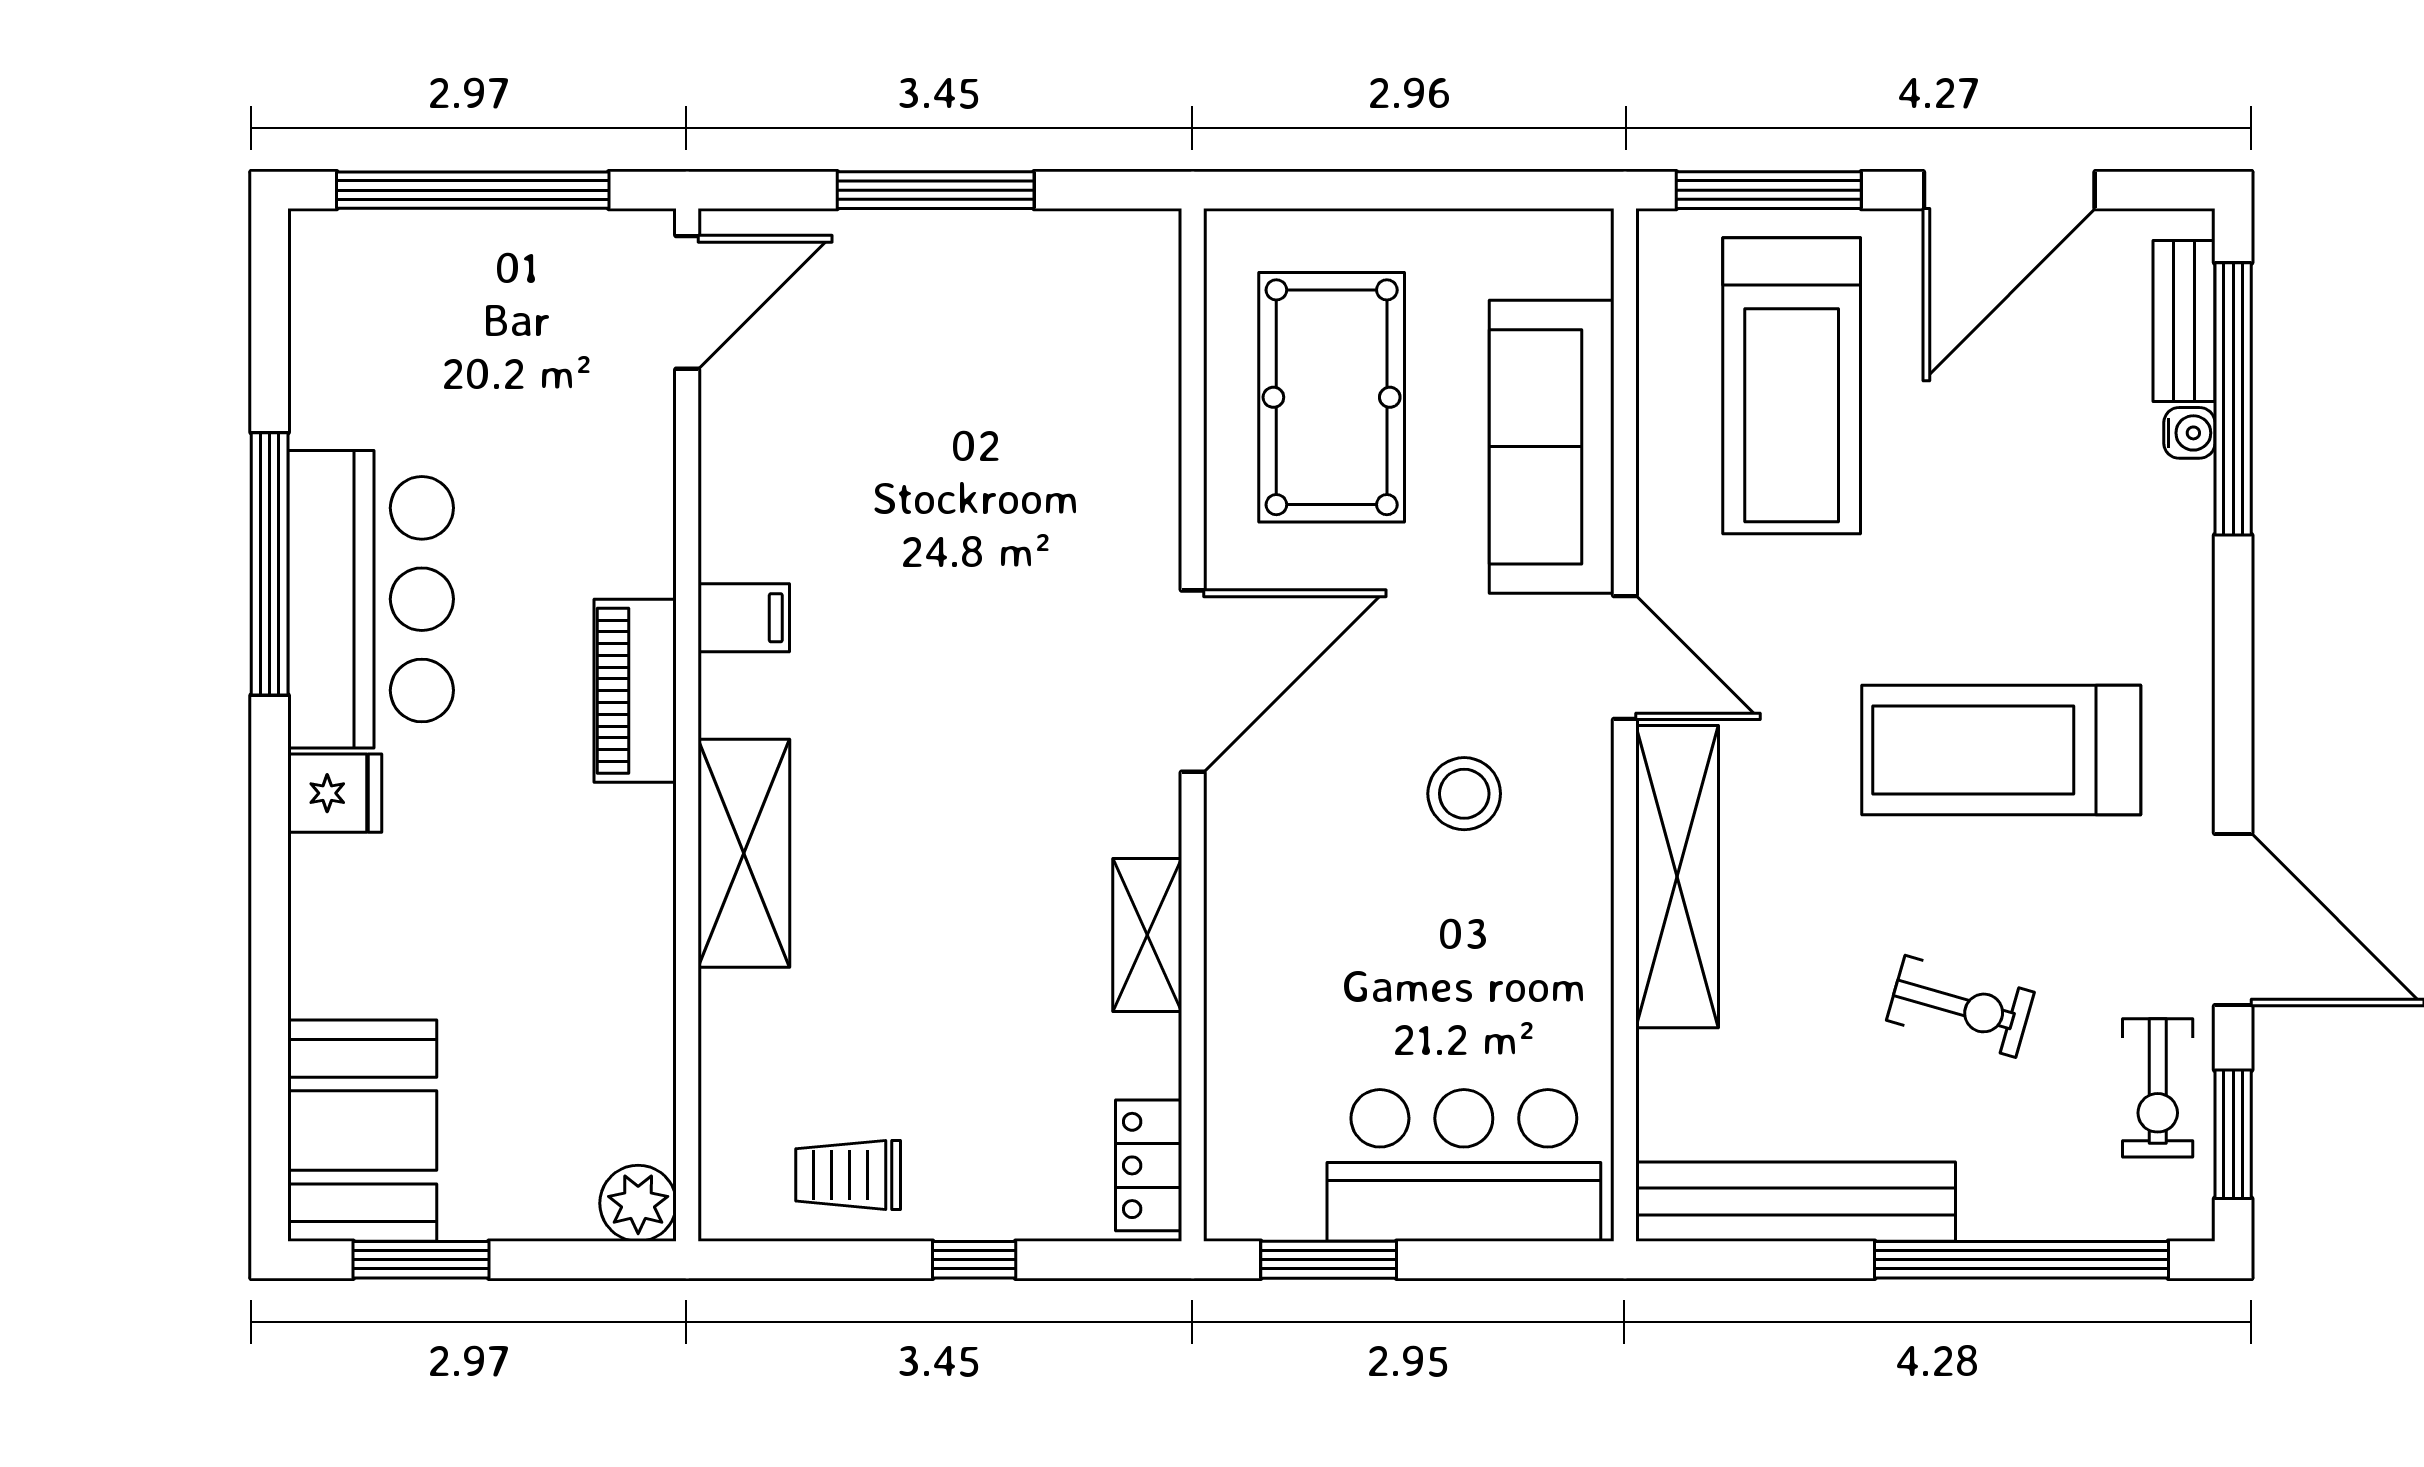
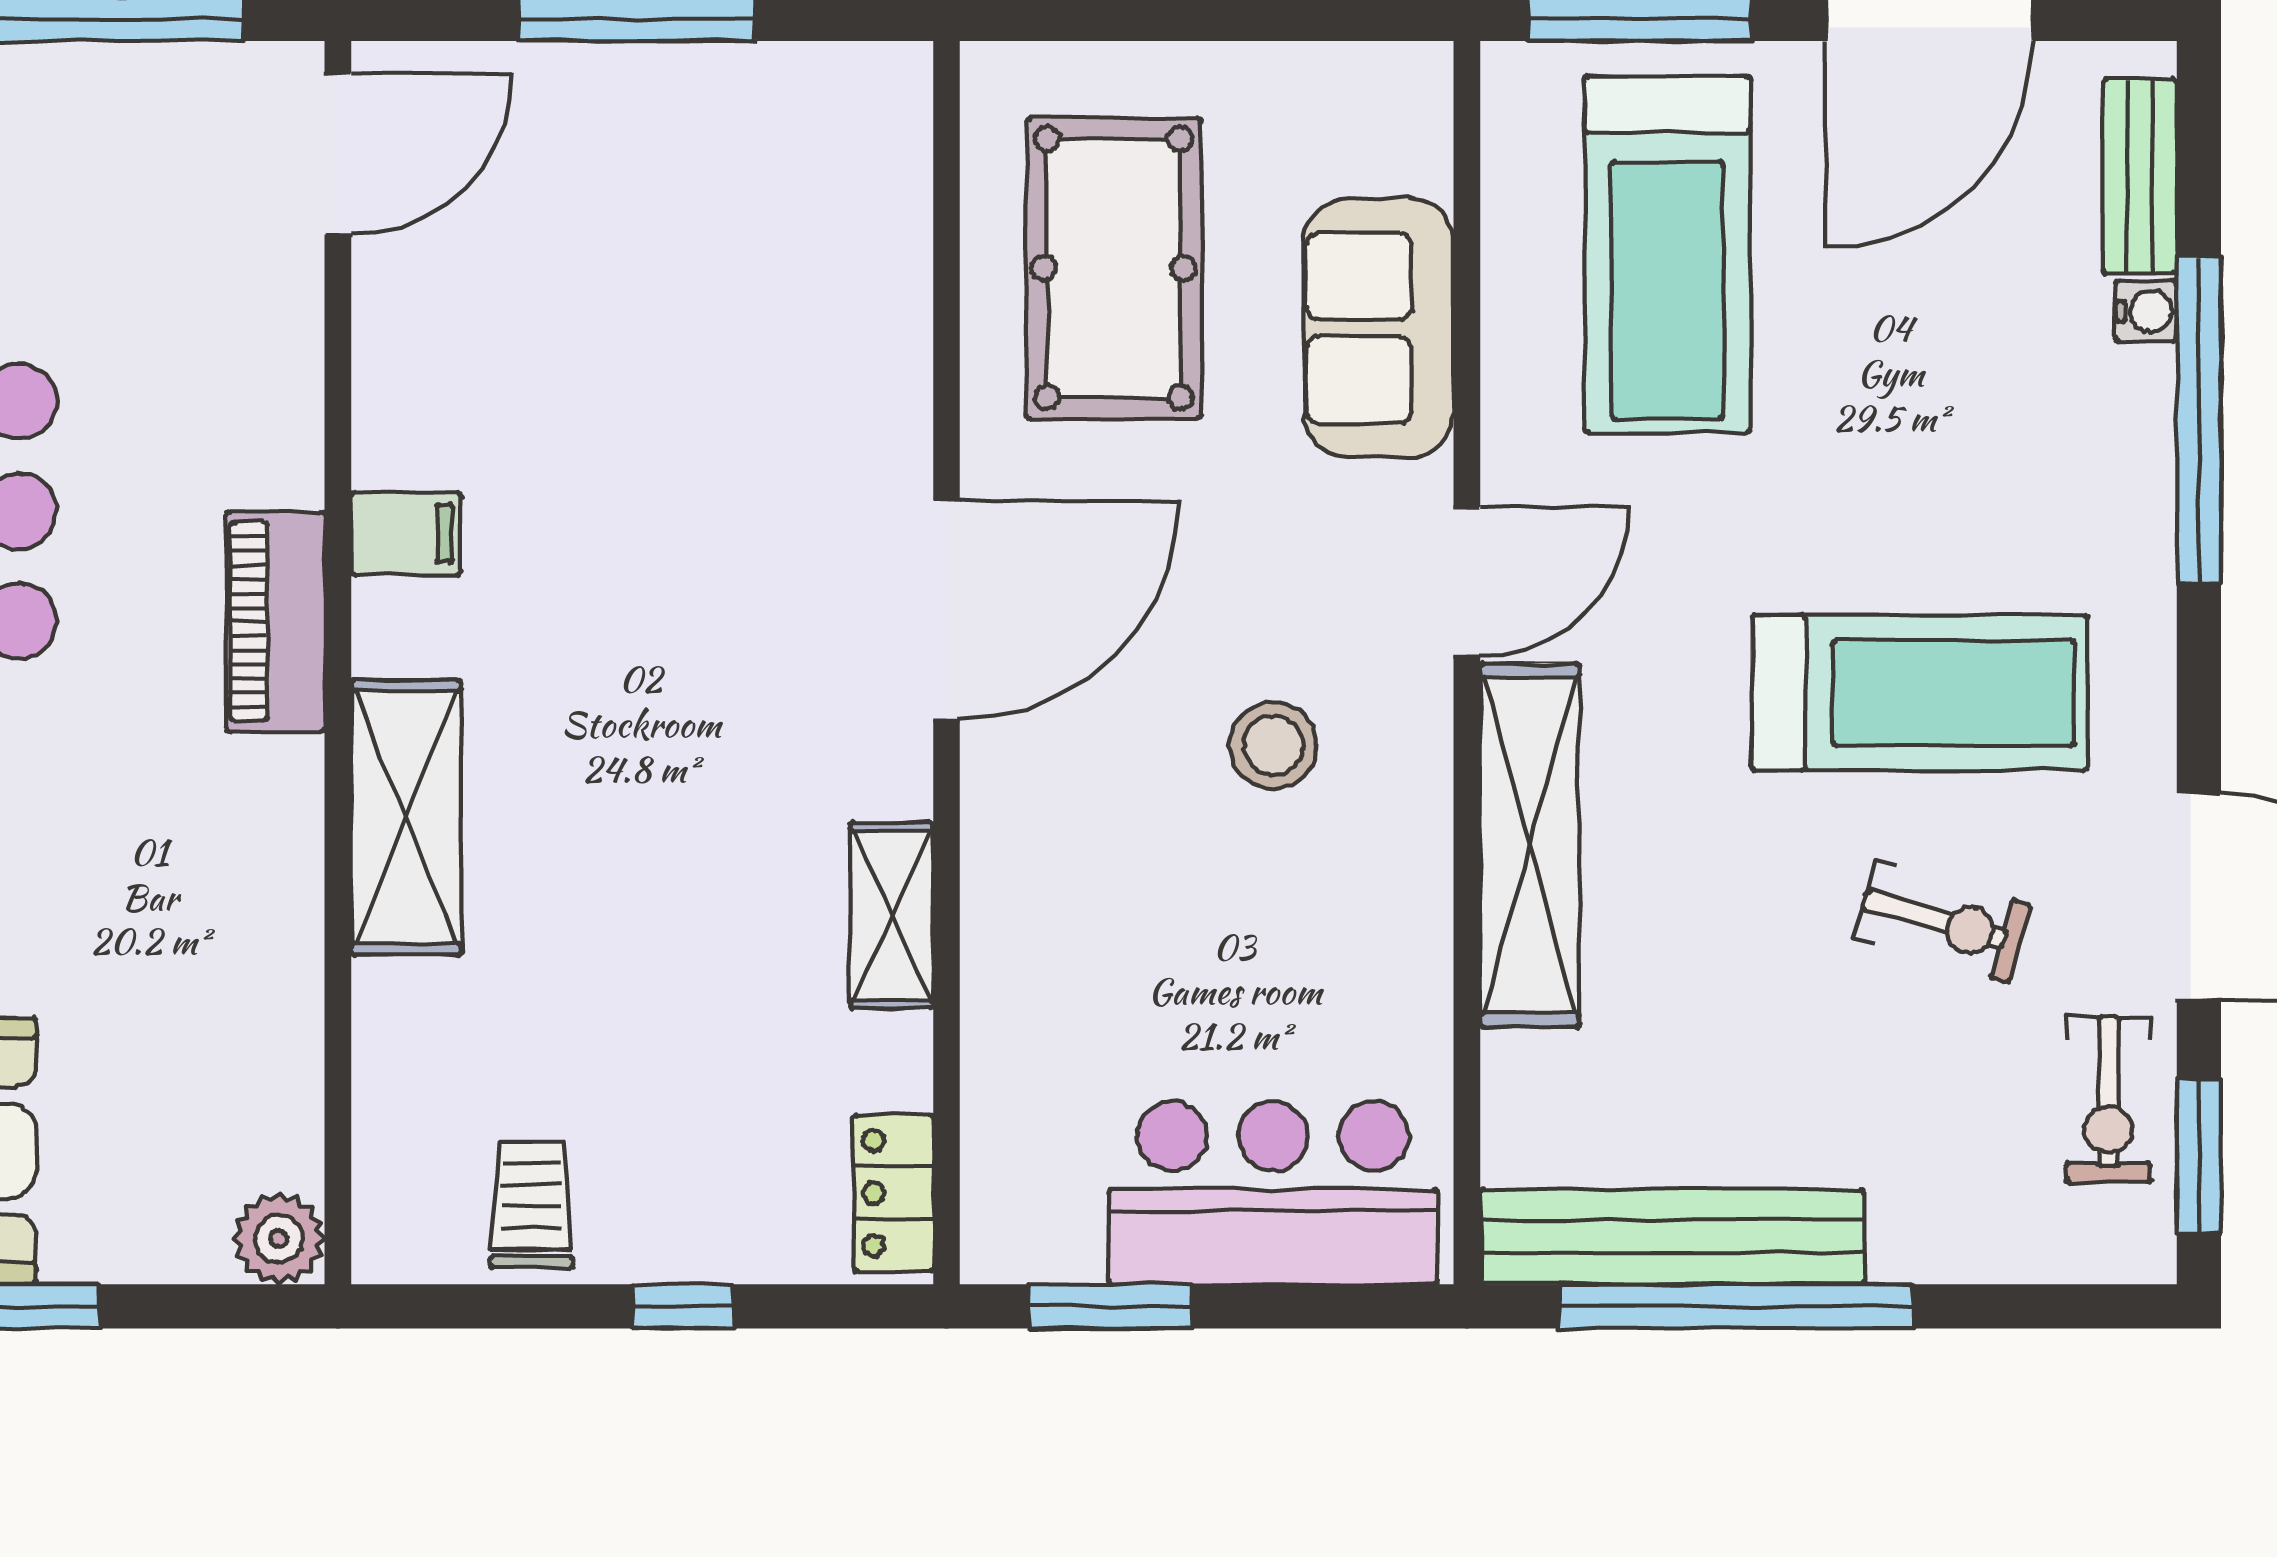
window: (2233, 399) -> (2199, 419), moved
sofa: (1552, 447) -> (1379, 328), width x0.73
door: (1625, 658) -> (1467, 582), hinge flipped
treadmill: (2001, 750) -> (1920, 693), turned 180
exercise bike: (1960, 1006) -> (1942, 922), moved
trolley: (848, 1175) -> (532, 1204), turned 90
window: (2021, 1260) -> (1736, 1306), moved

